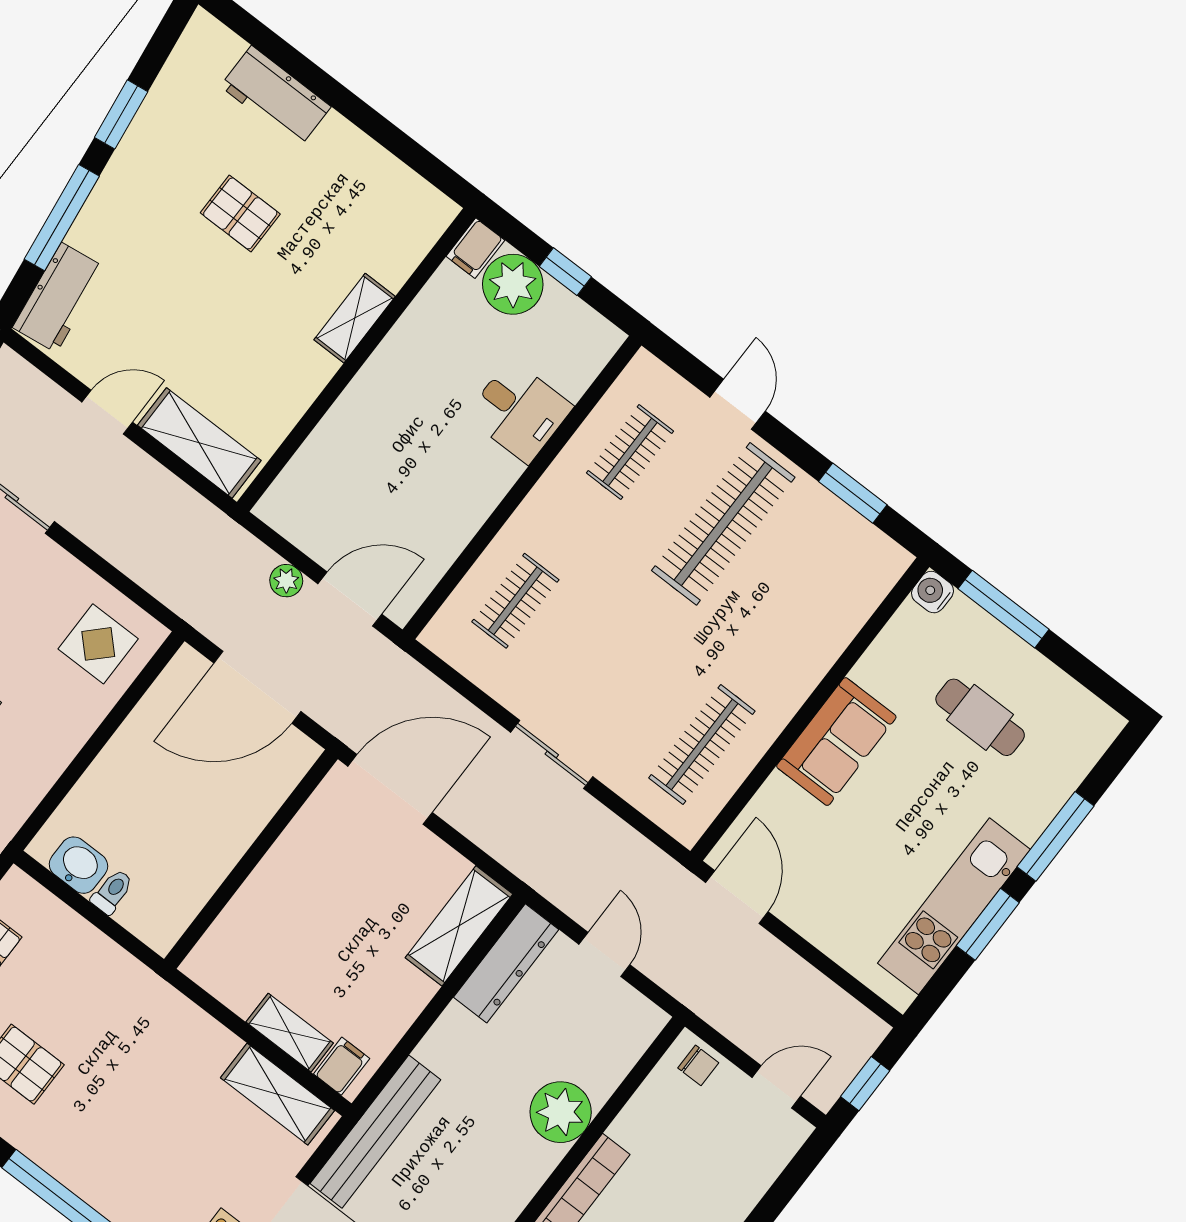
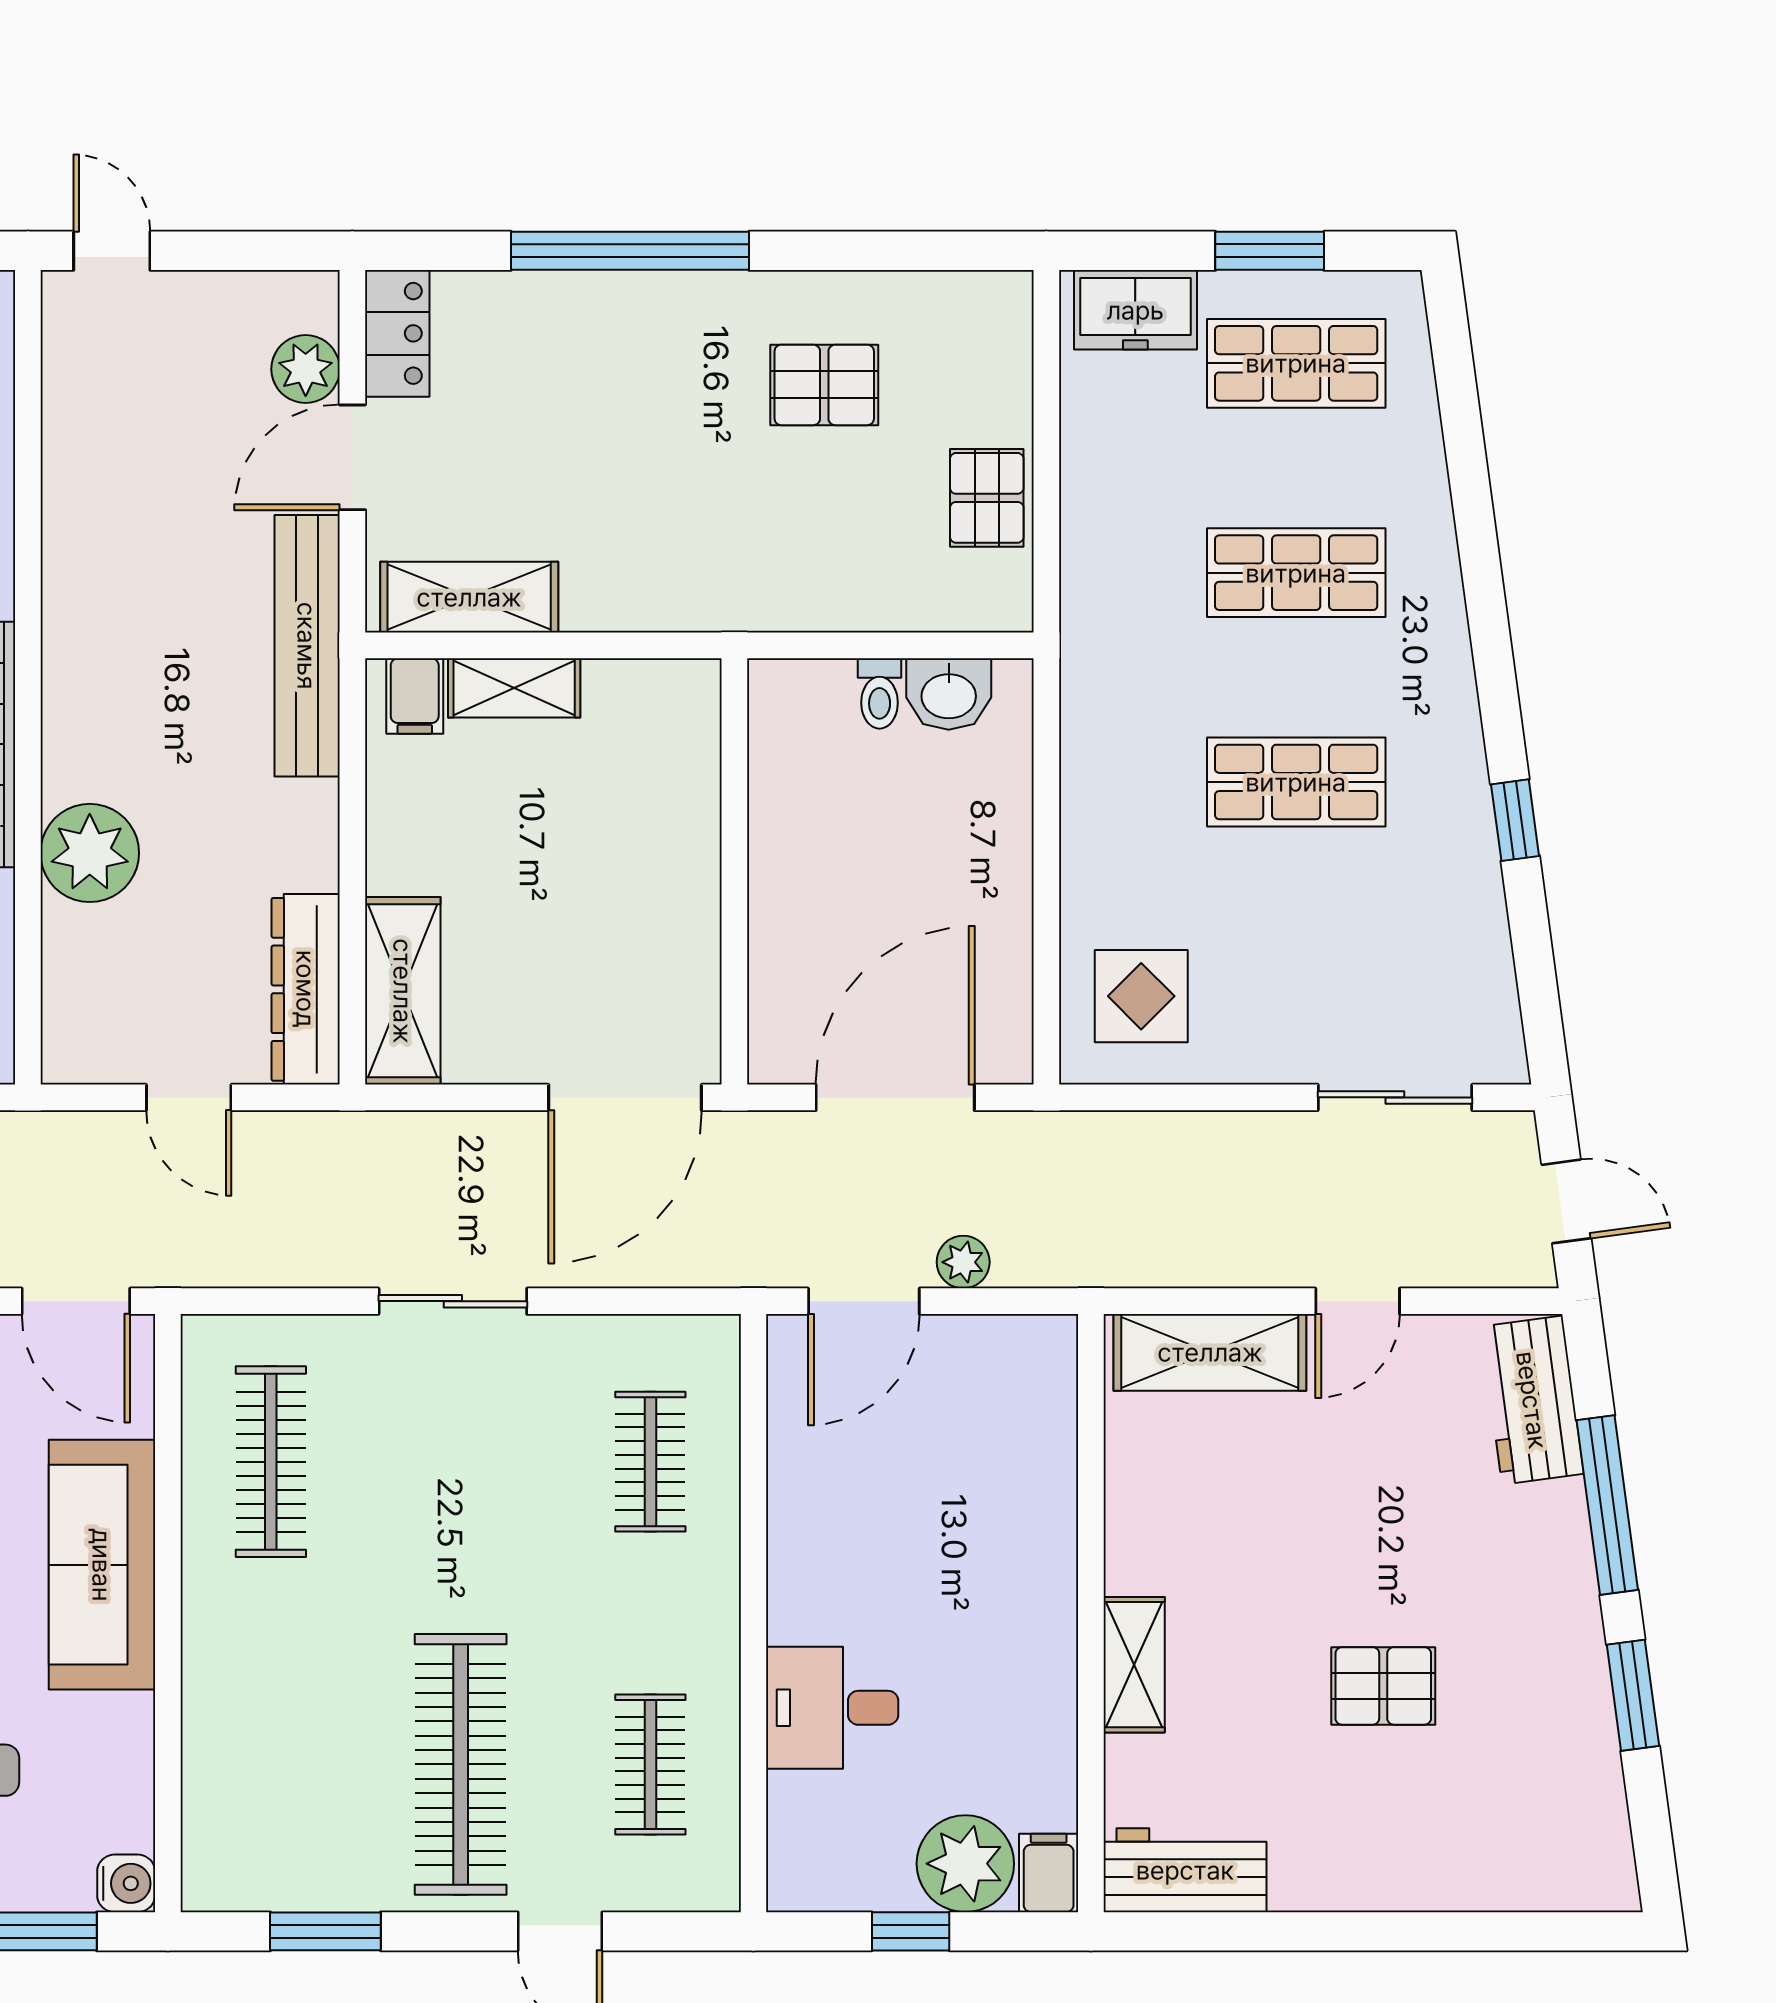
workbench: (276, 96) -> (1185, 1870), moved
sofa: (836, 742) -> (102, 1565), width x1.36

